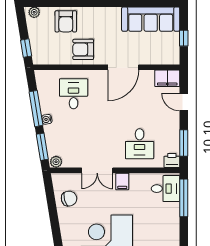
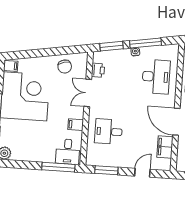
filing cabinet: (167, 78) -> (165, 147), moved
desk: (74, 94) -> (156, 77), width x1.37
printer: (172, 160) -> (98, 70), moved
plant: (56, 162) -> (98, 57), removed
filing cabinet: (122, 182) -> (76, 125), moved

